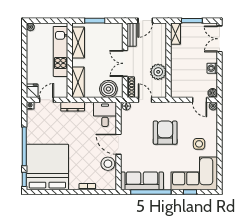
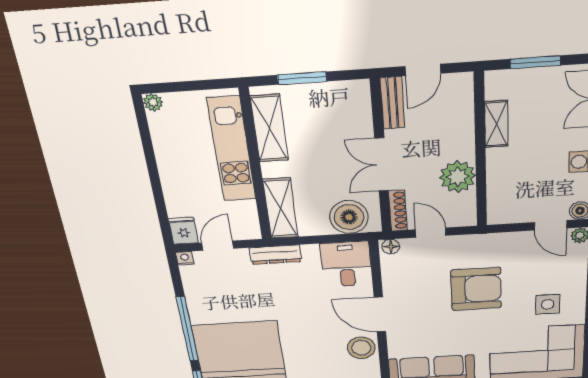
shelving: (175, 34) -> (496, 124), moved
armchair: (165, 133) -> (476, 289), turned 90

